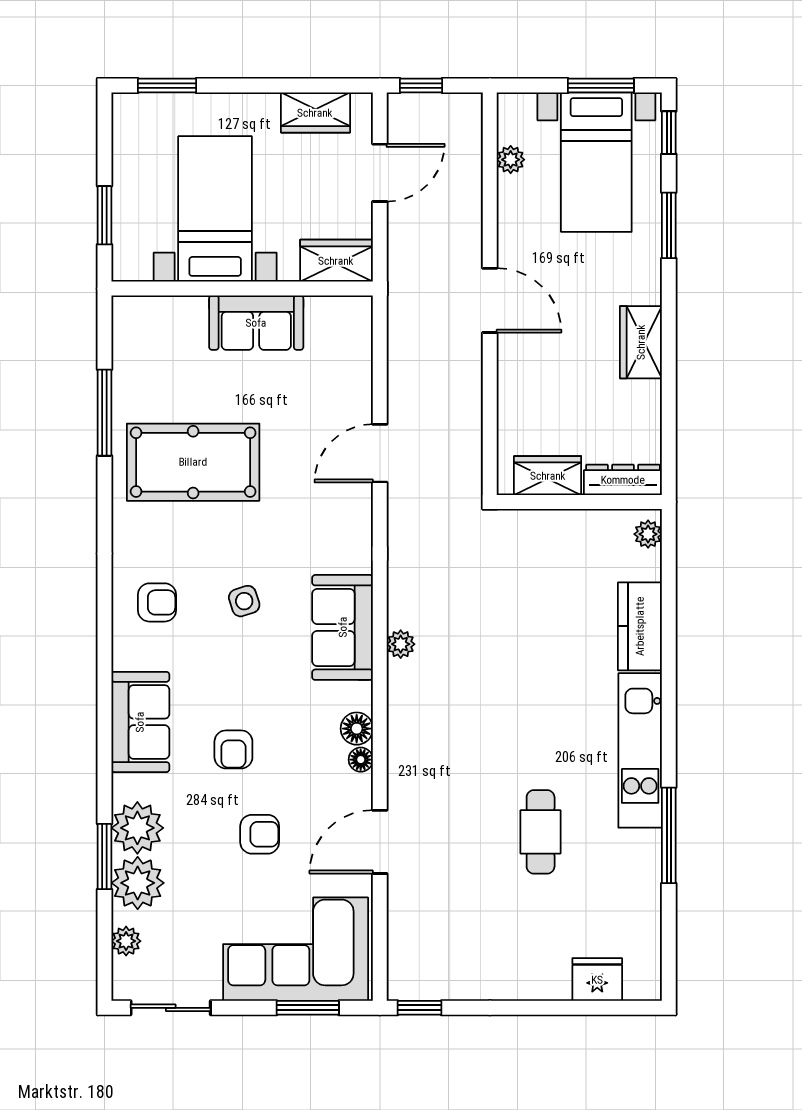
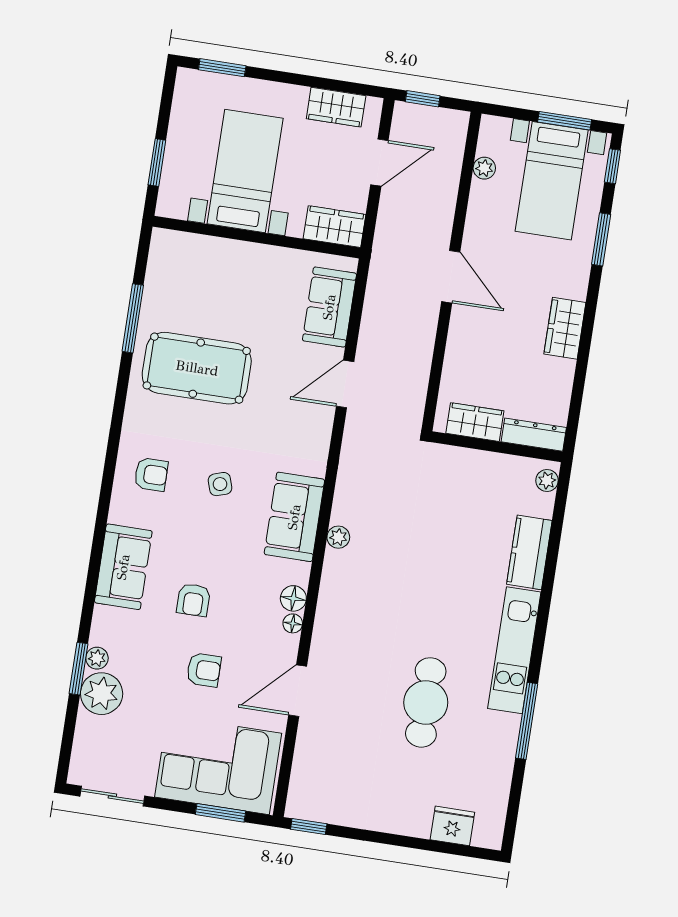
sofa: (256, 323) -> (329, 307), moved, turned 90
plant: (137, 828) -> (97, 658), width x0.53, depth x0.53
cafe table: (541, 832) -> (426, 702), width x1.37, depth x1.35
plant: (126, 941) -> (85, 738), removed

